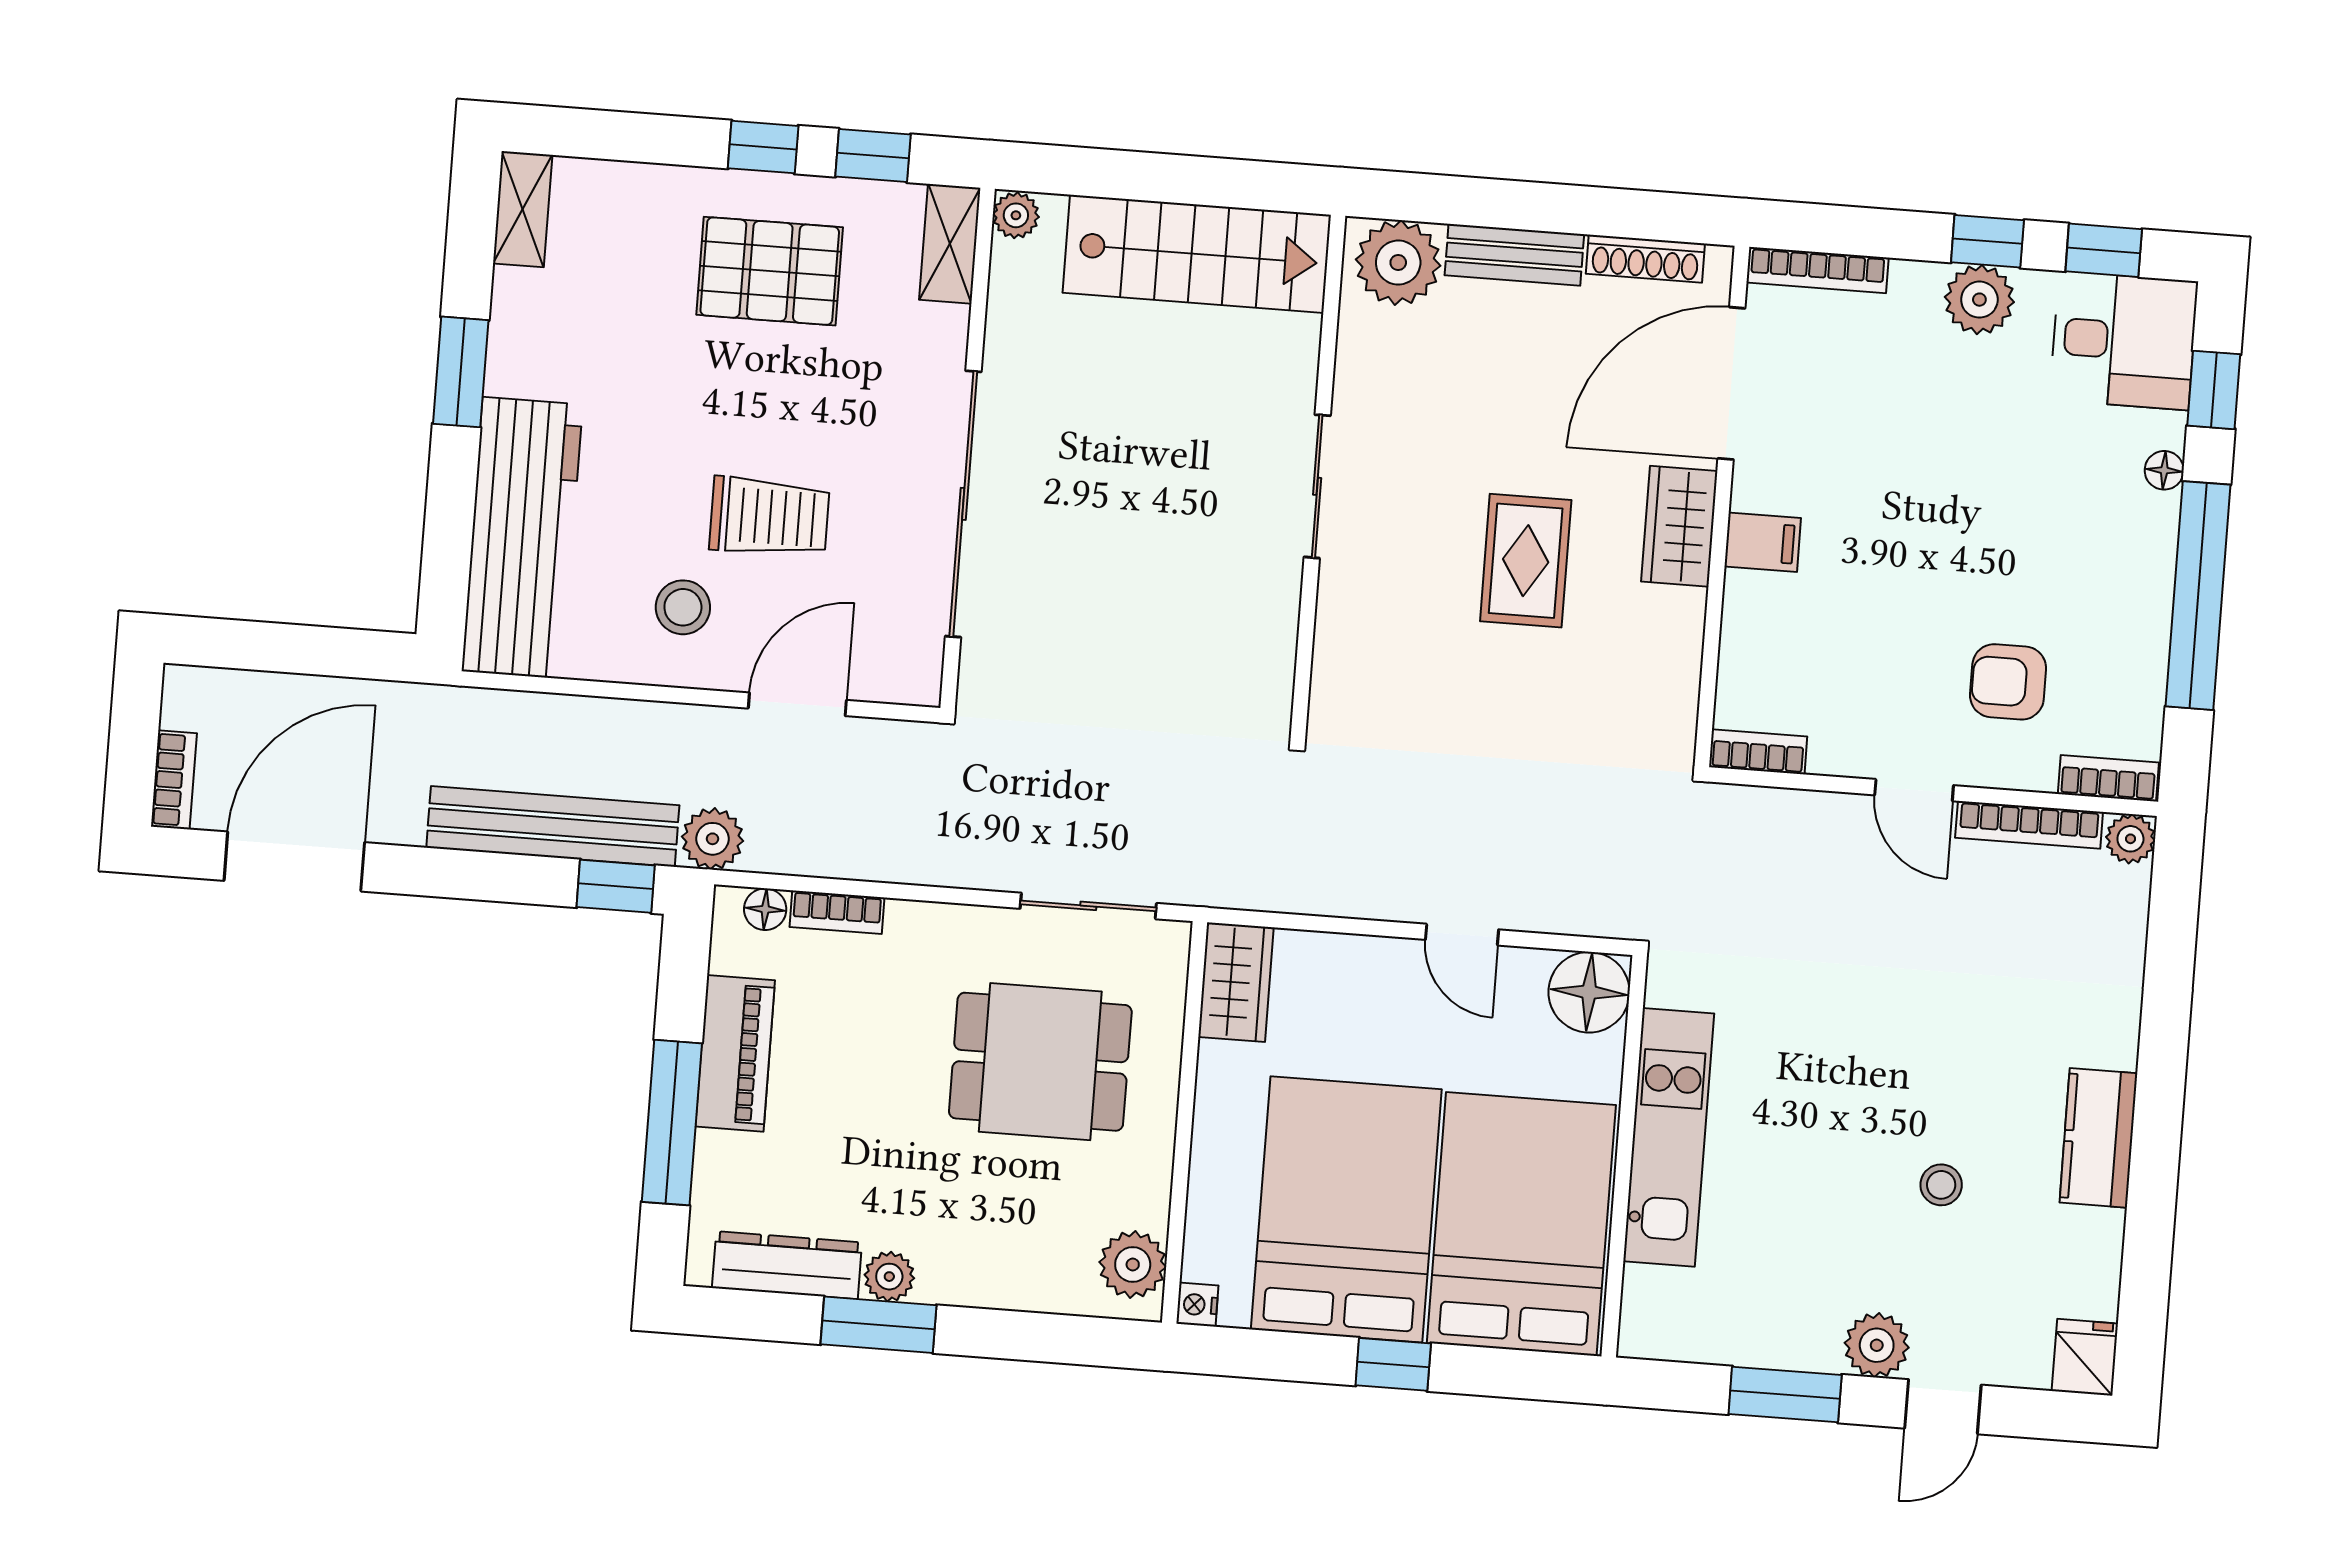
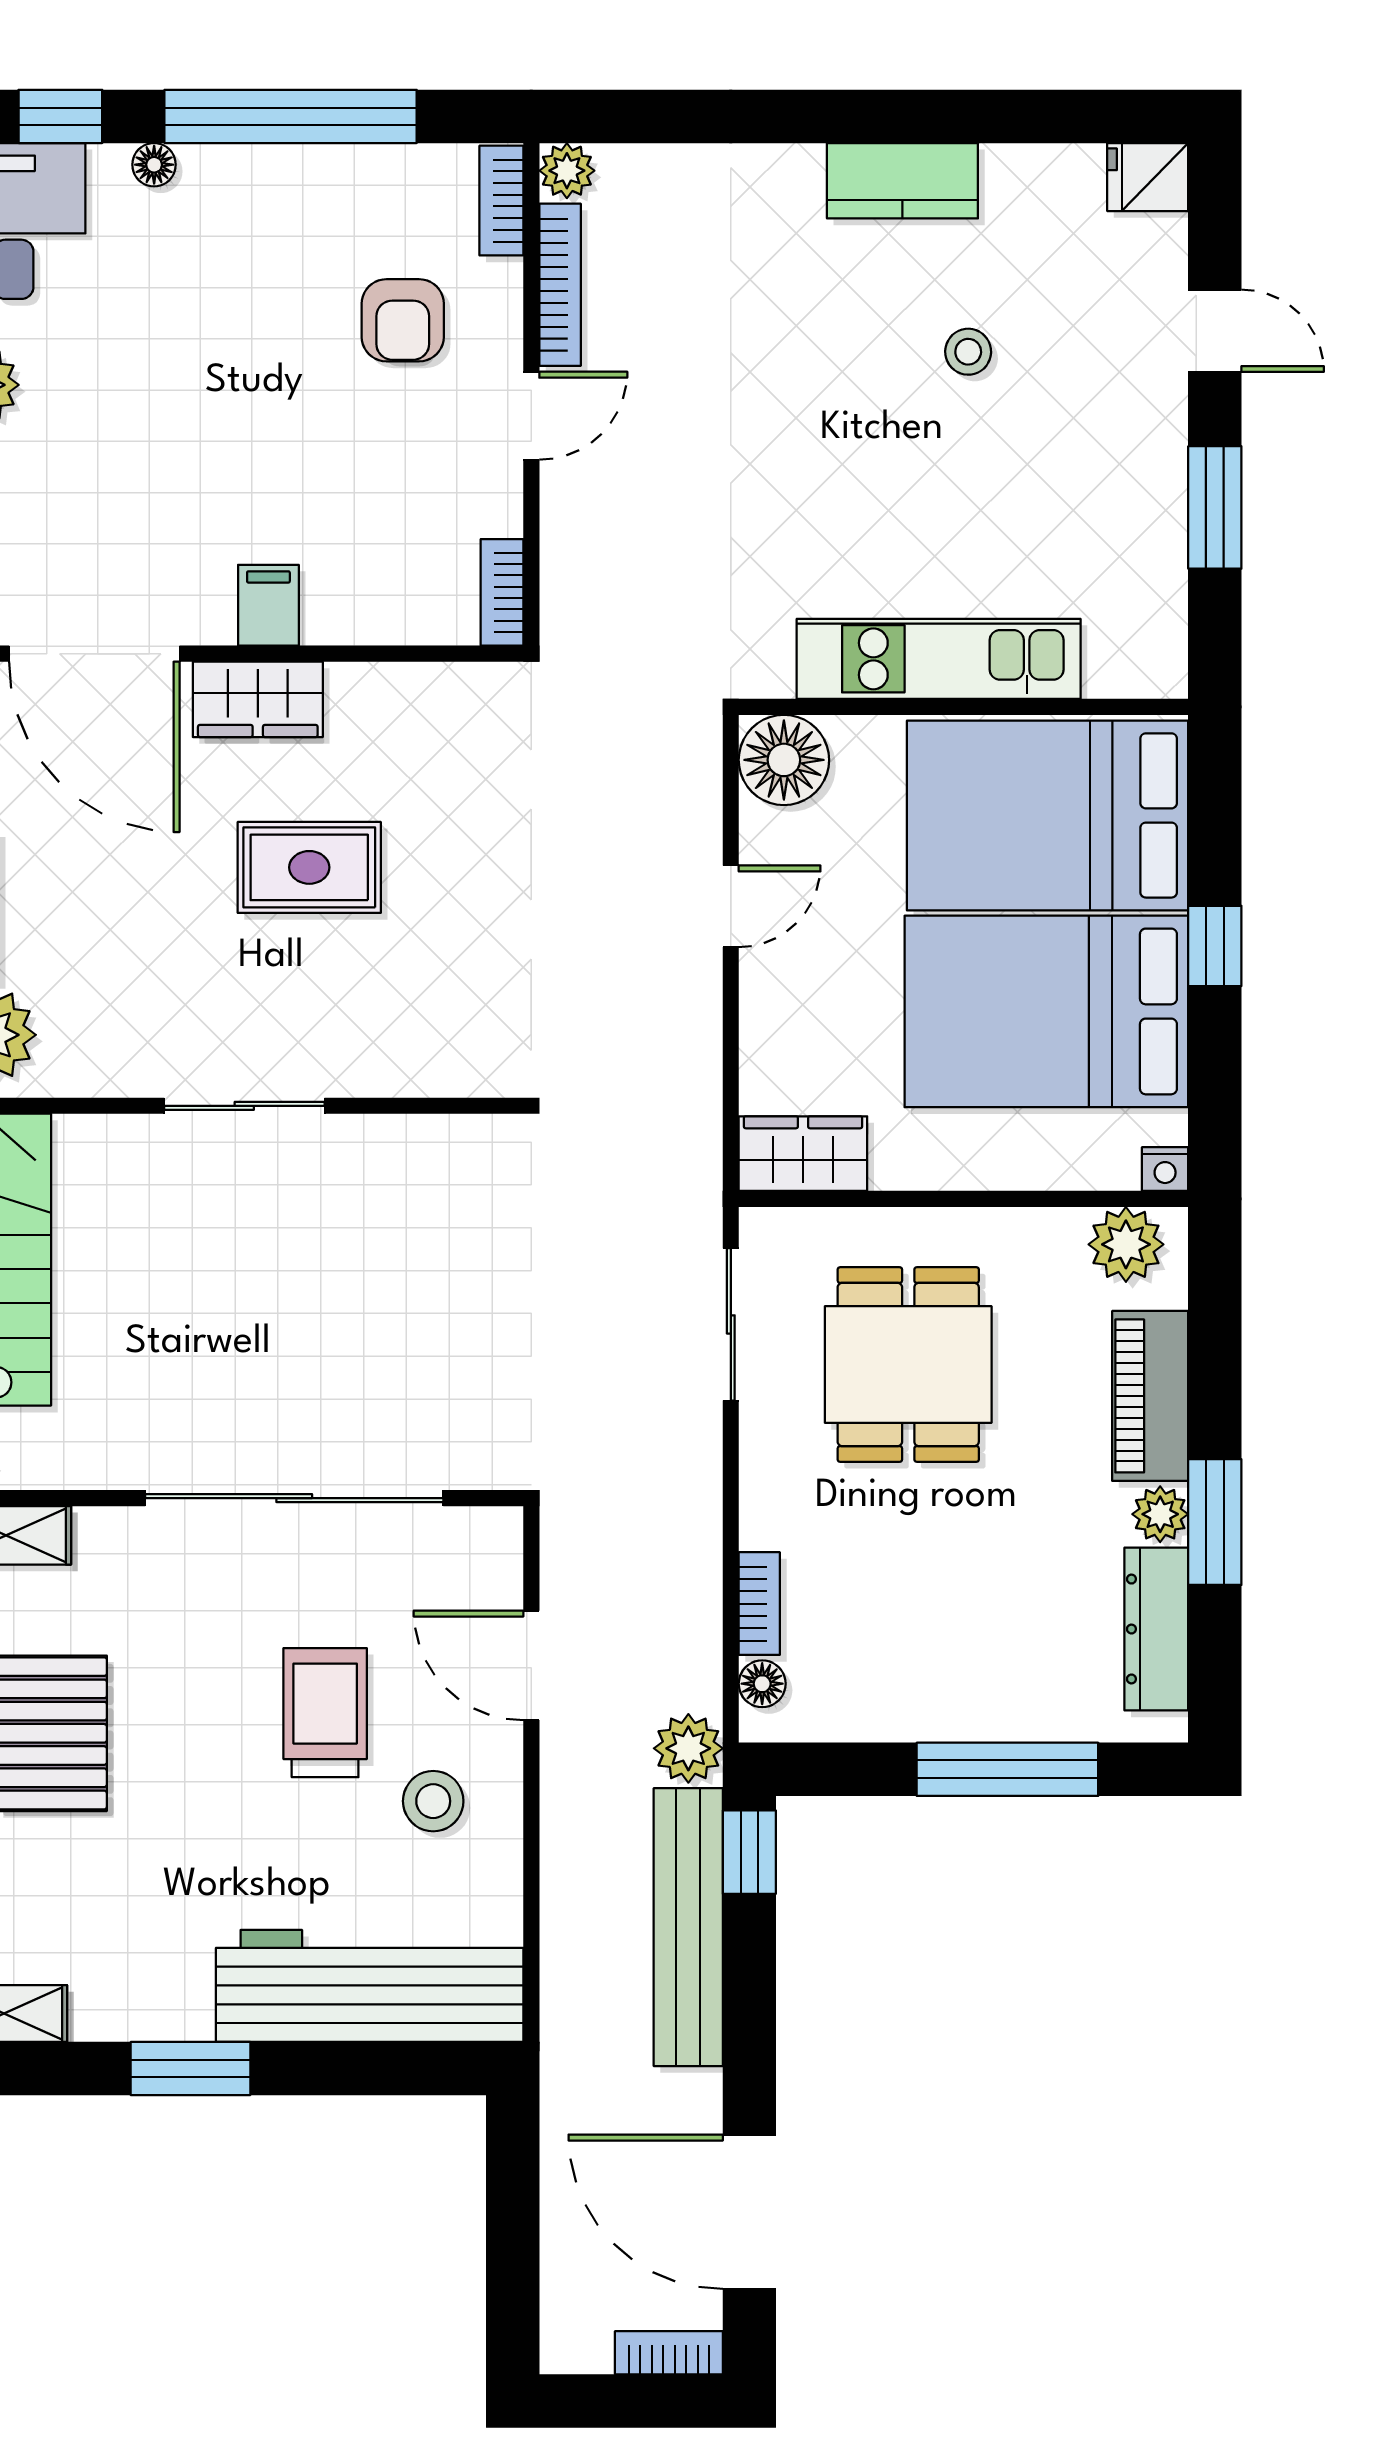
piano: (735, 1053) -> (1150, 1396), moved, turned -90
plant: (1877, 1345) -> (1152, 410), removed

